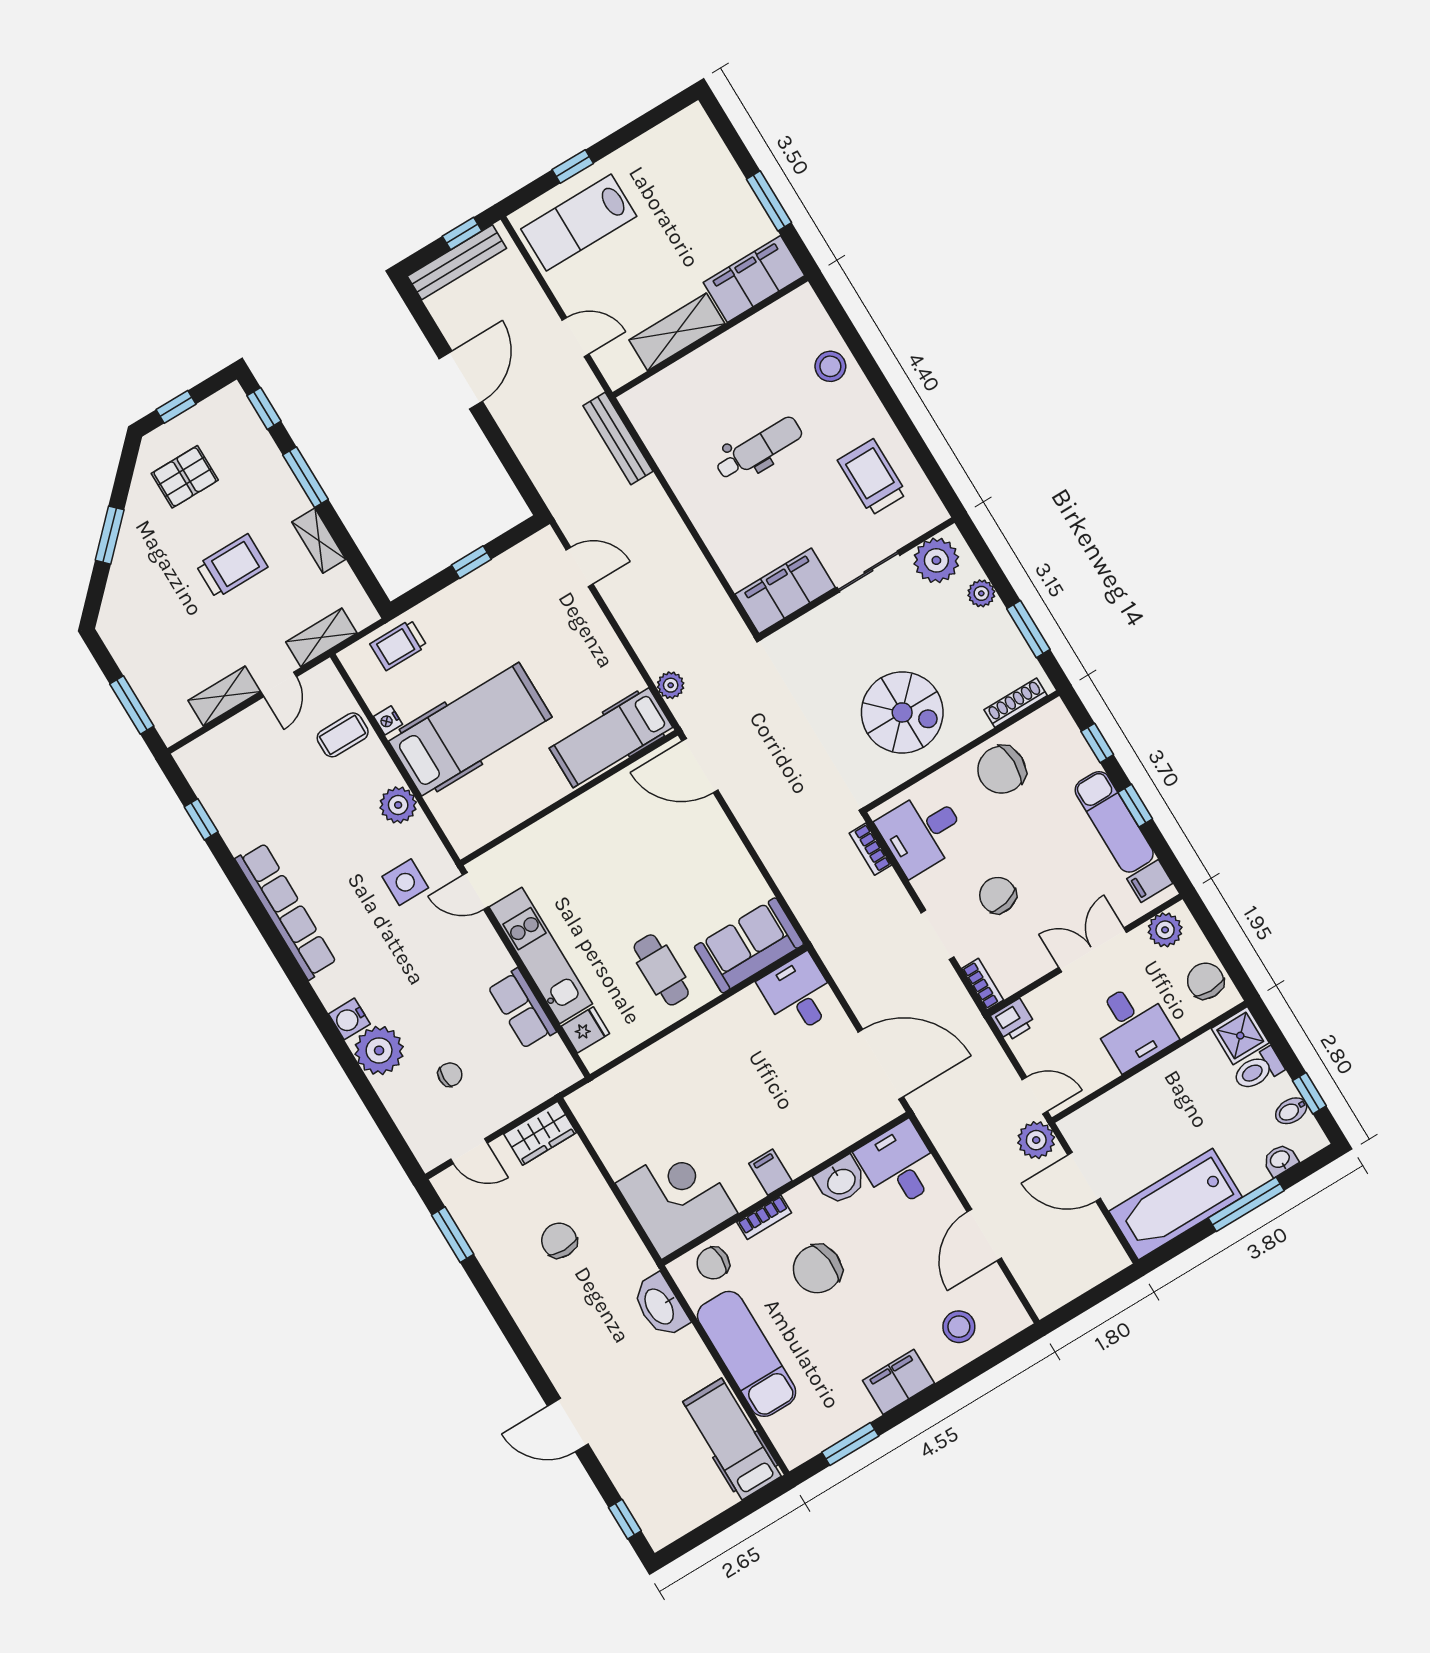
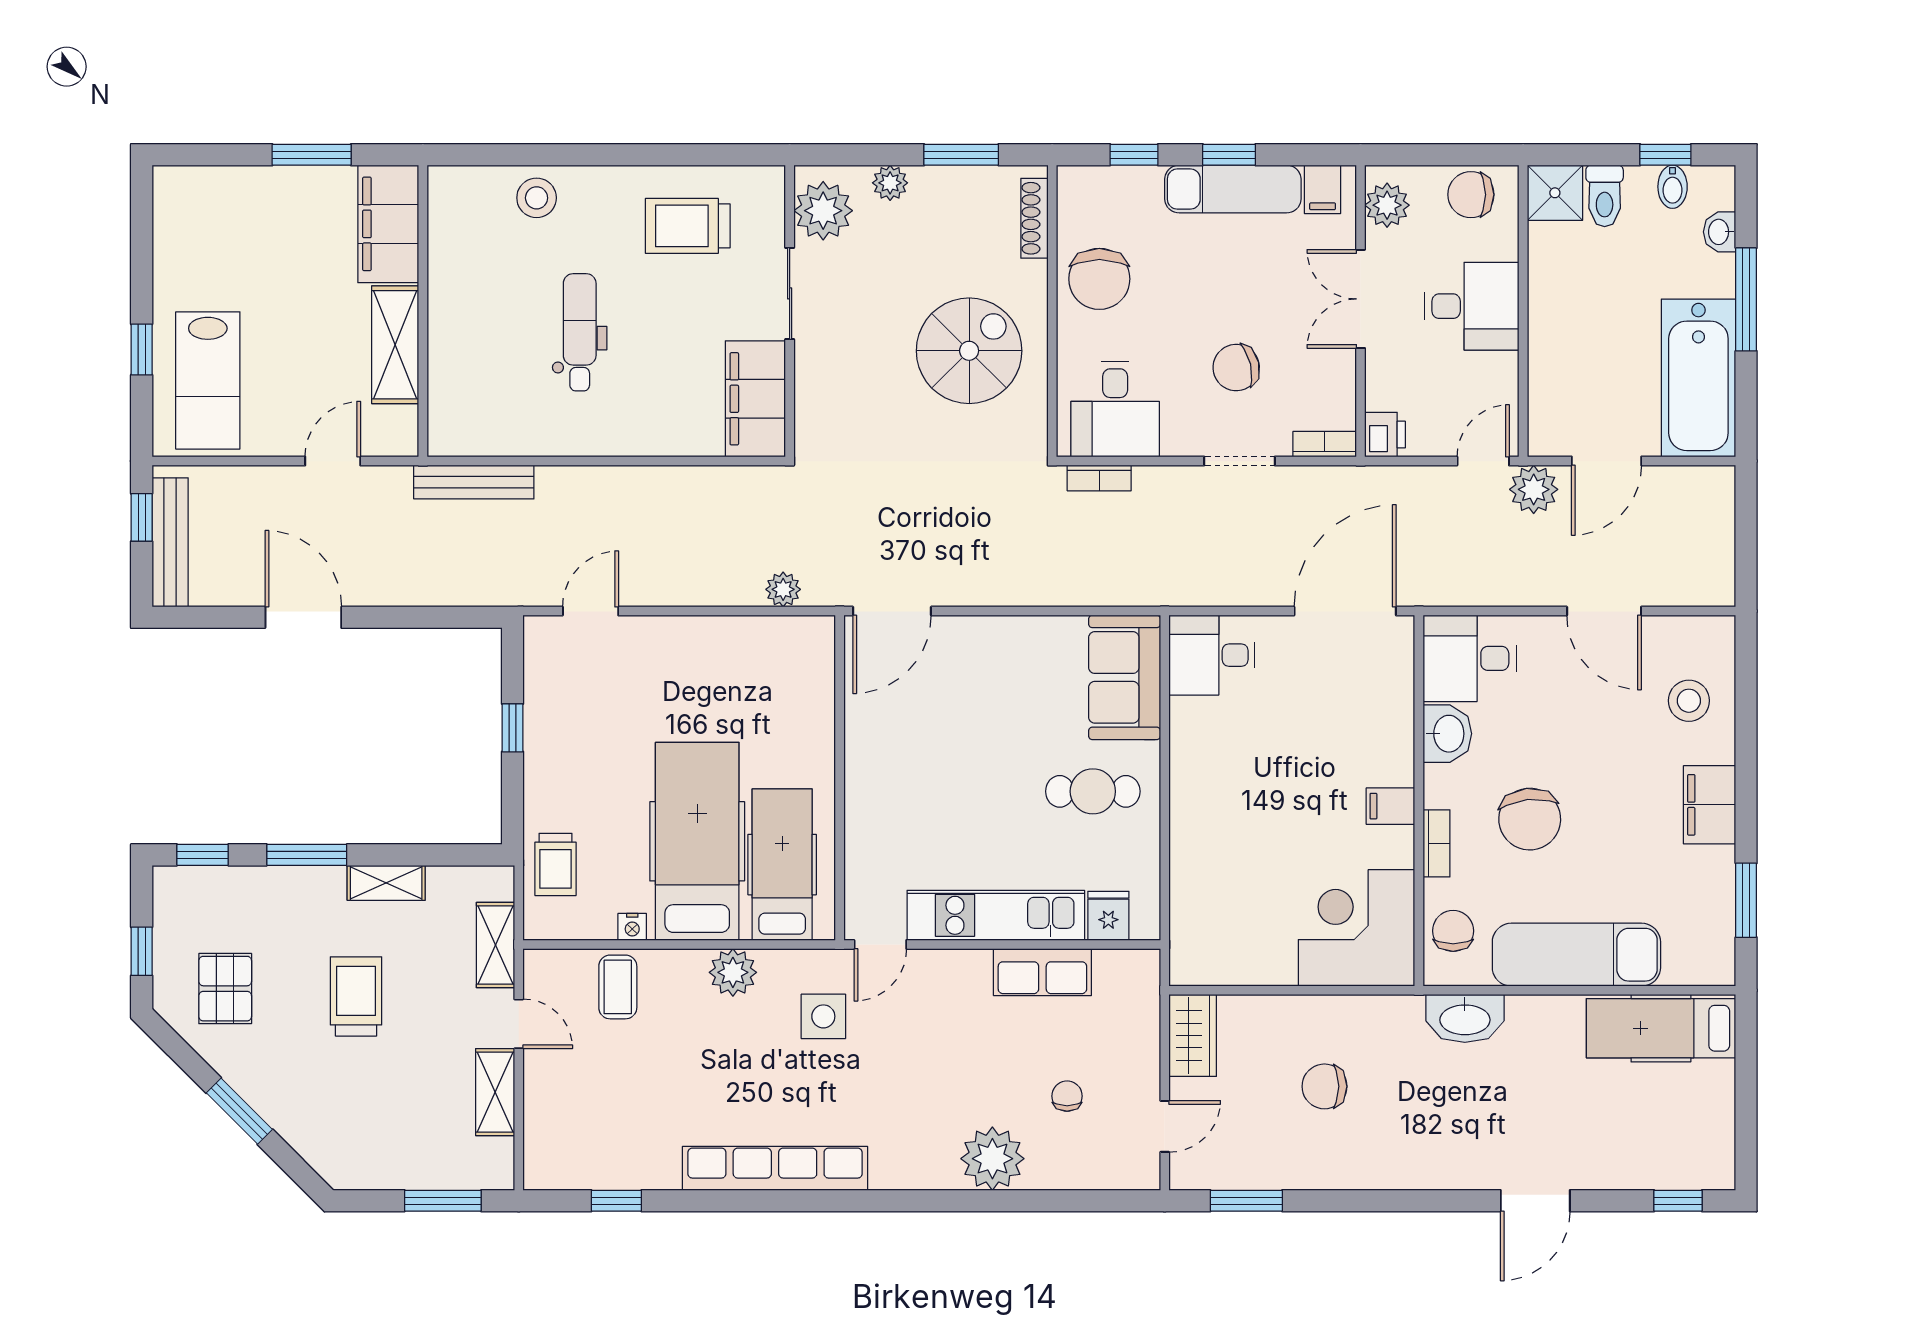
hospital bed: (611, 738) -> (782, 865), moved, turned 180
water cooler: (349, 1019) -> (938, 1170), removed
chair: (713, 1263) -> (1453, 931), turned 180

